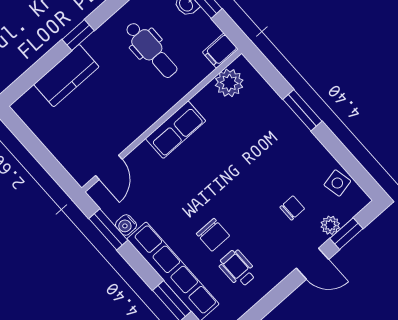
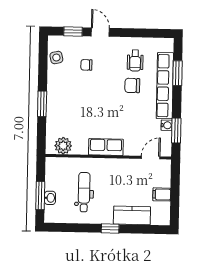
filing cabinet: (220, 51) -> (162, 194), moved, turned 180
plant: (330, 225) -> (77, 42), removed
chair: (213, 235) -> (132, 85), turned -90

